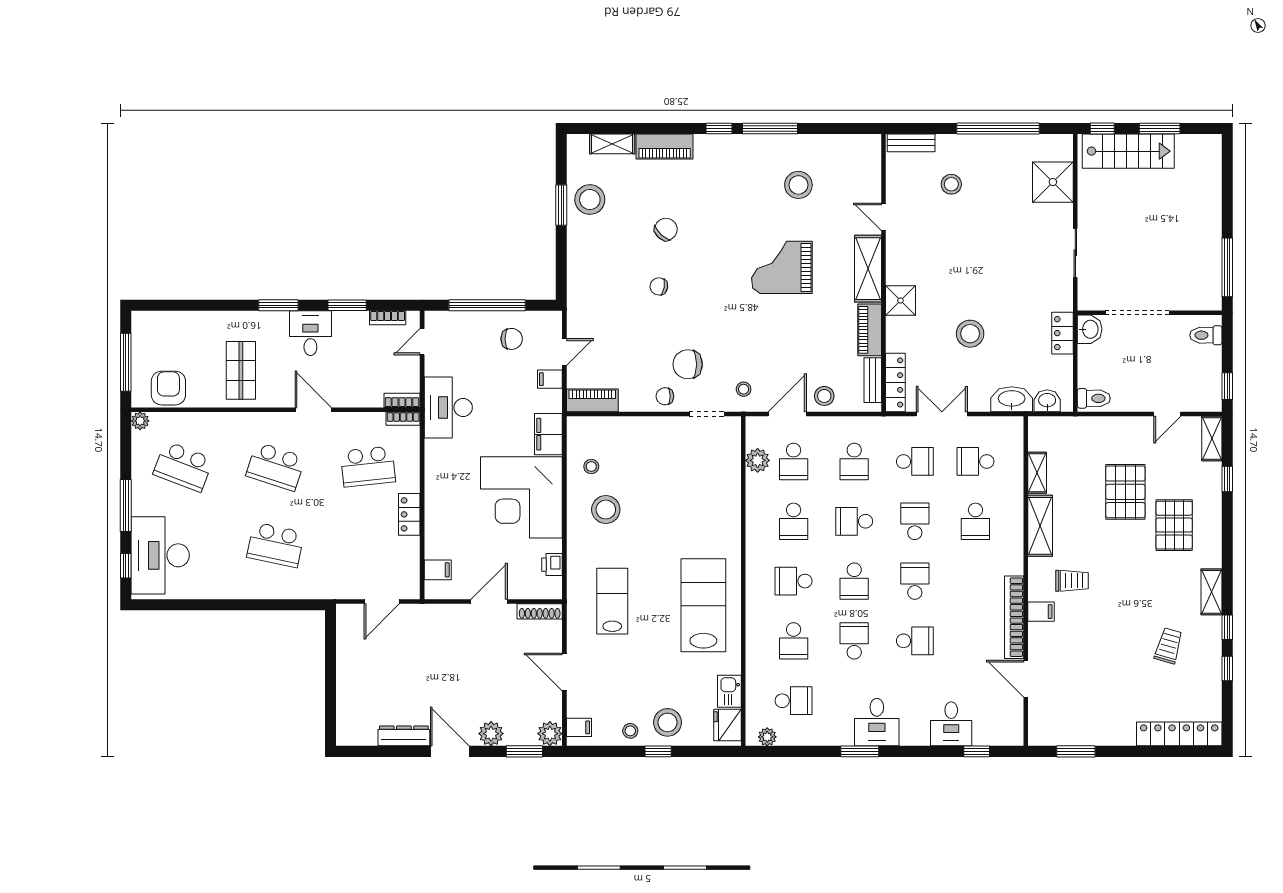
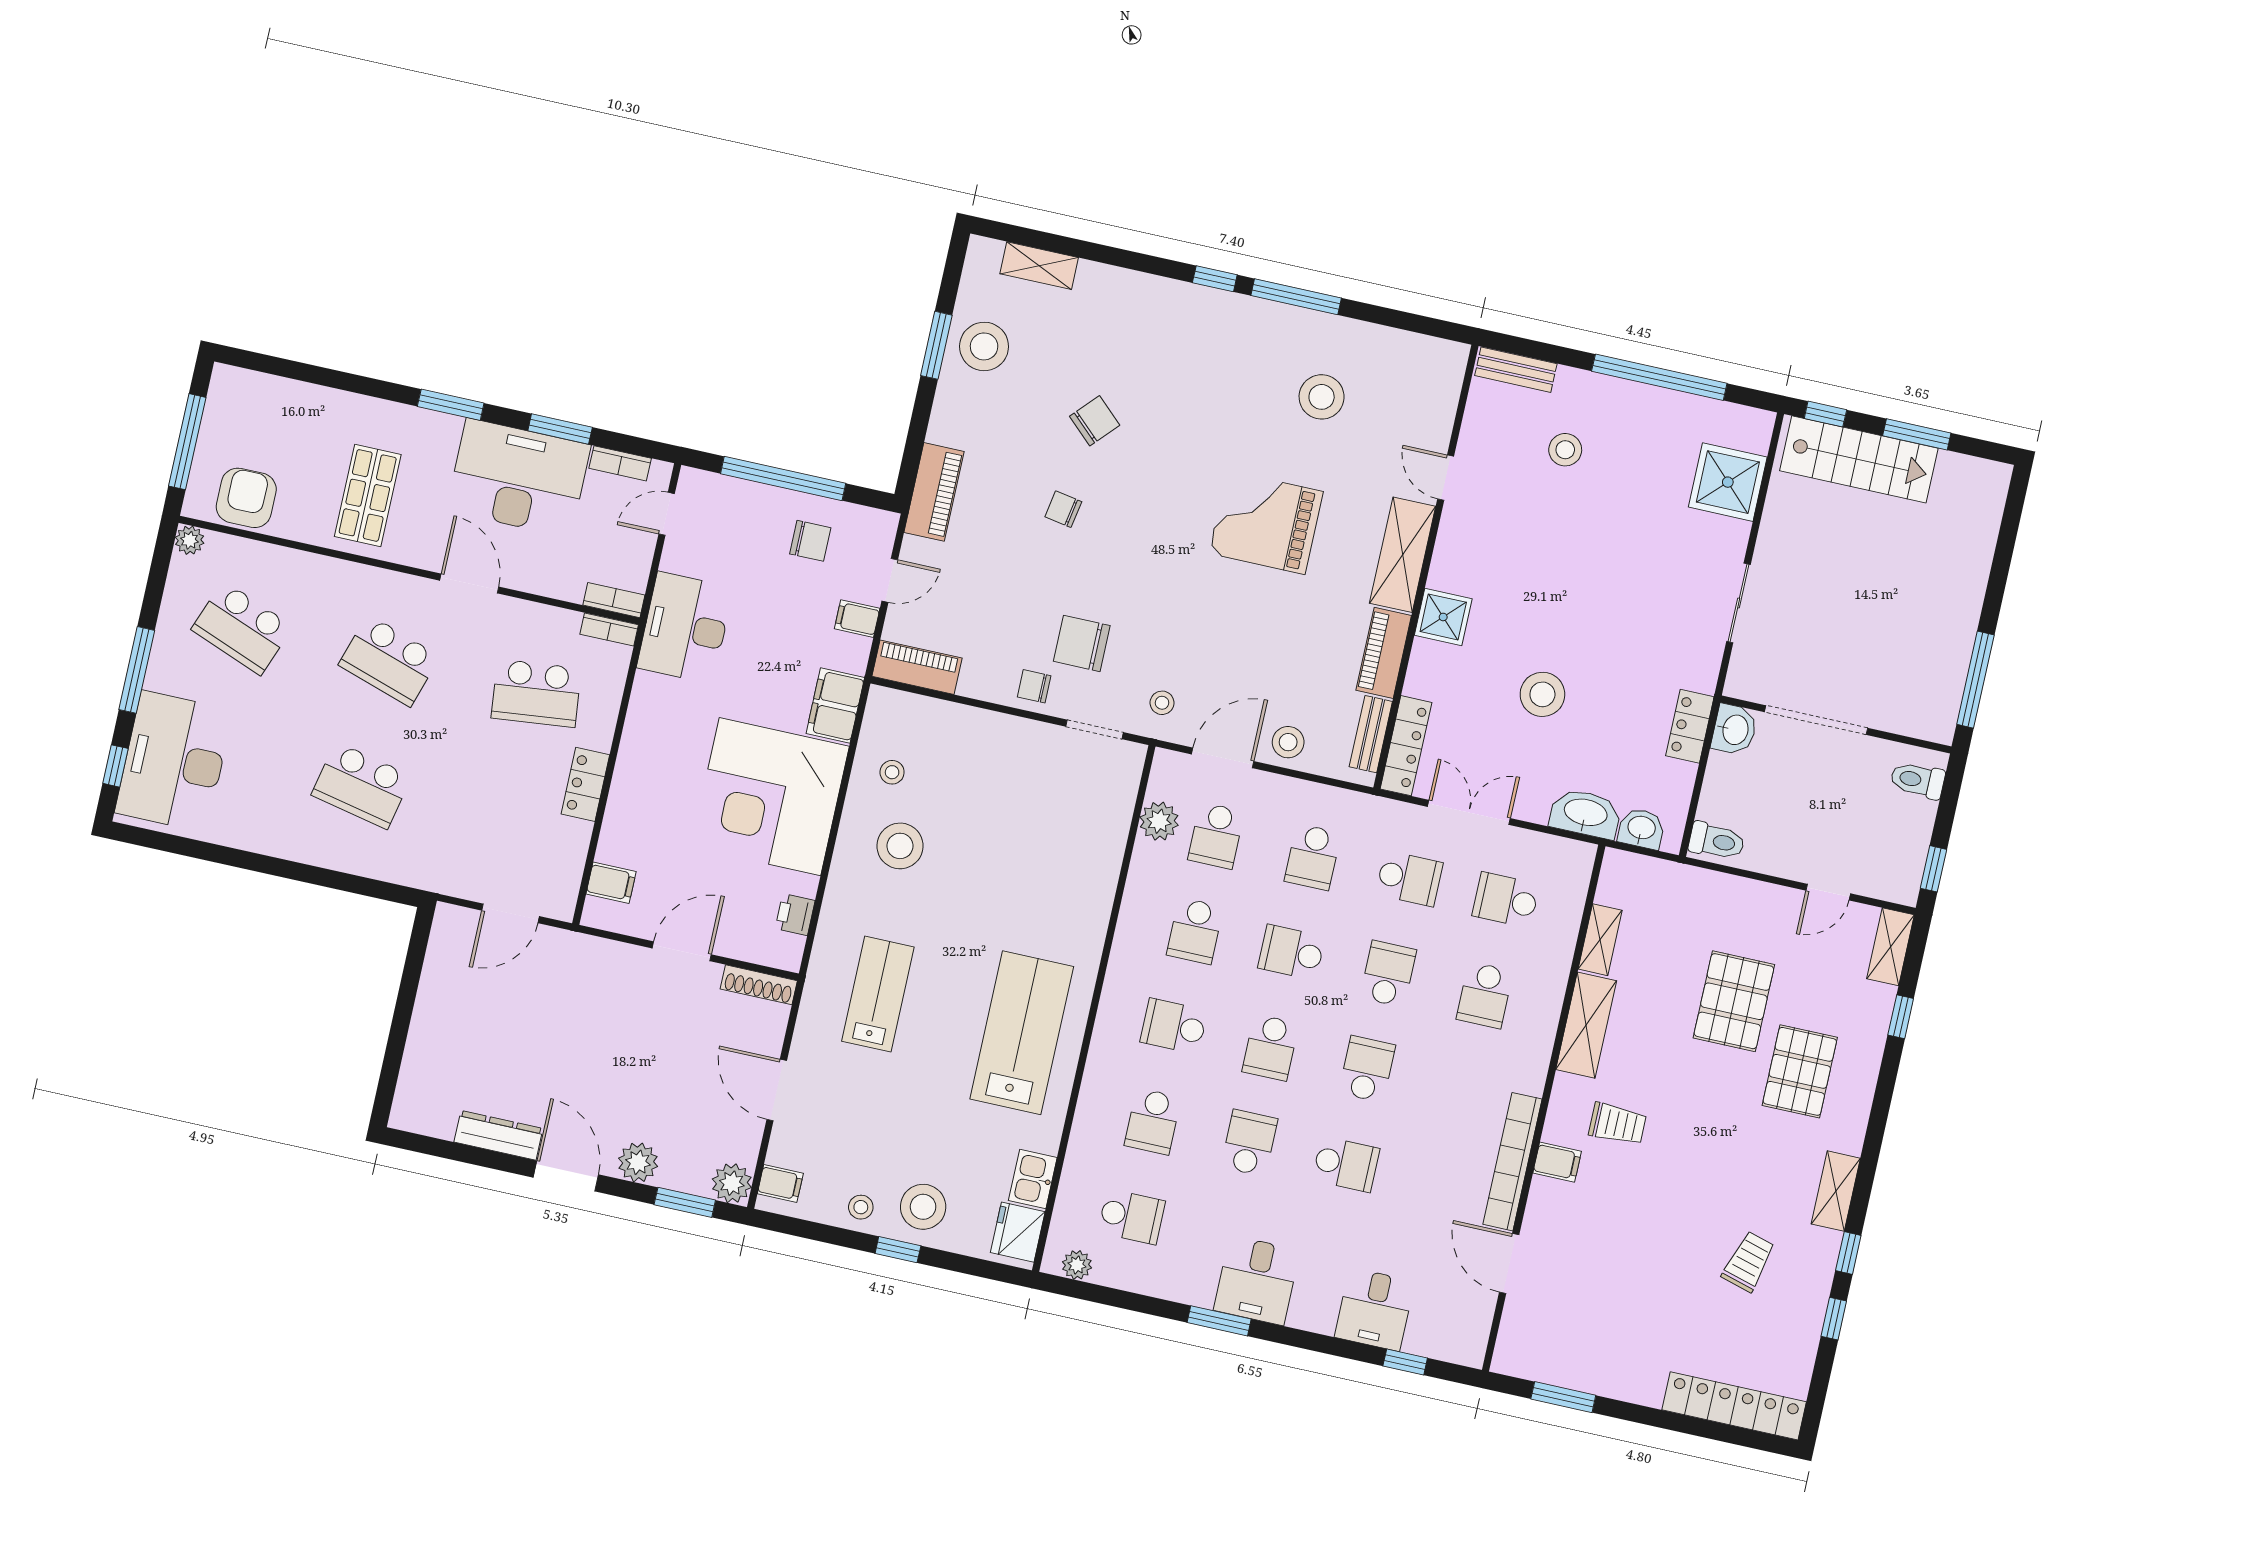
piano: (665, 146) -> (934, 492), moved, turned -90
desk: (310, 333) -> (519, 478), width x1.87, depth x1.30

